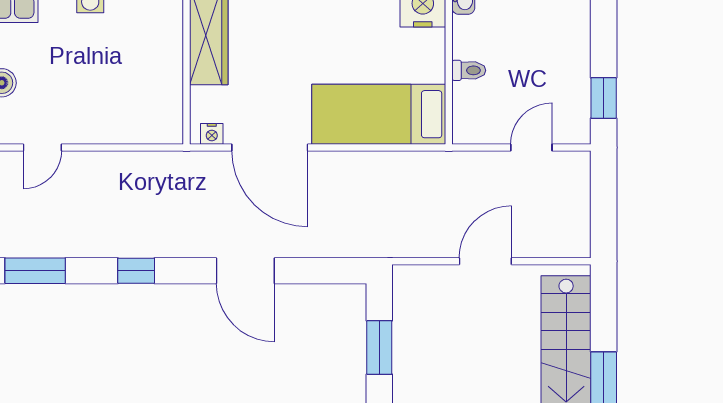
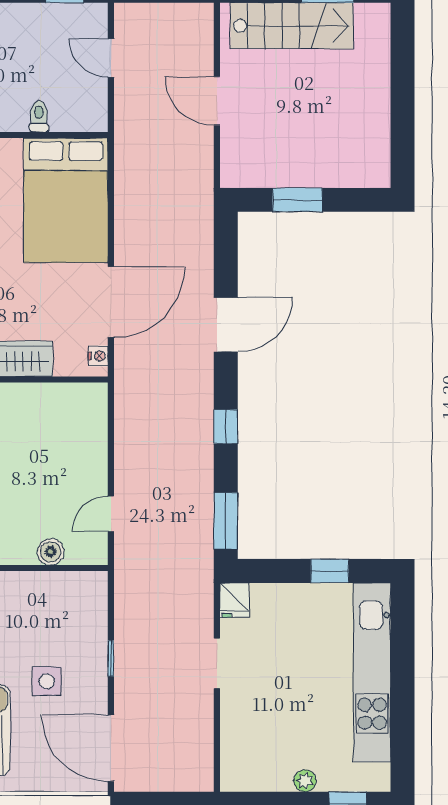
bed: (379, 114) -> (66, 200), width x1.50
door: (42, 147) -> (111, 514), swing flipped

